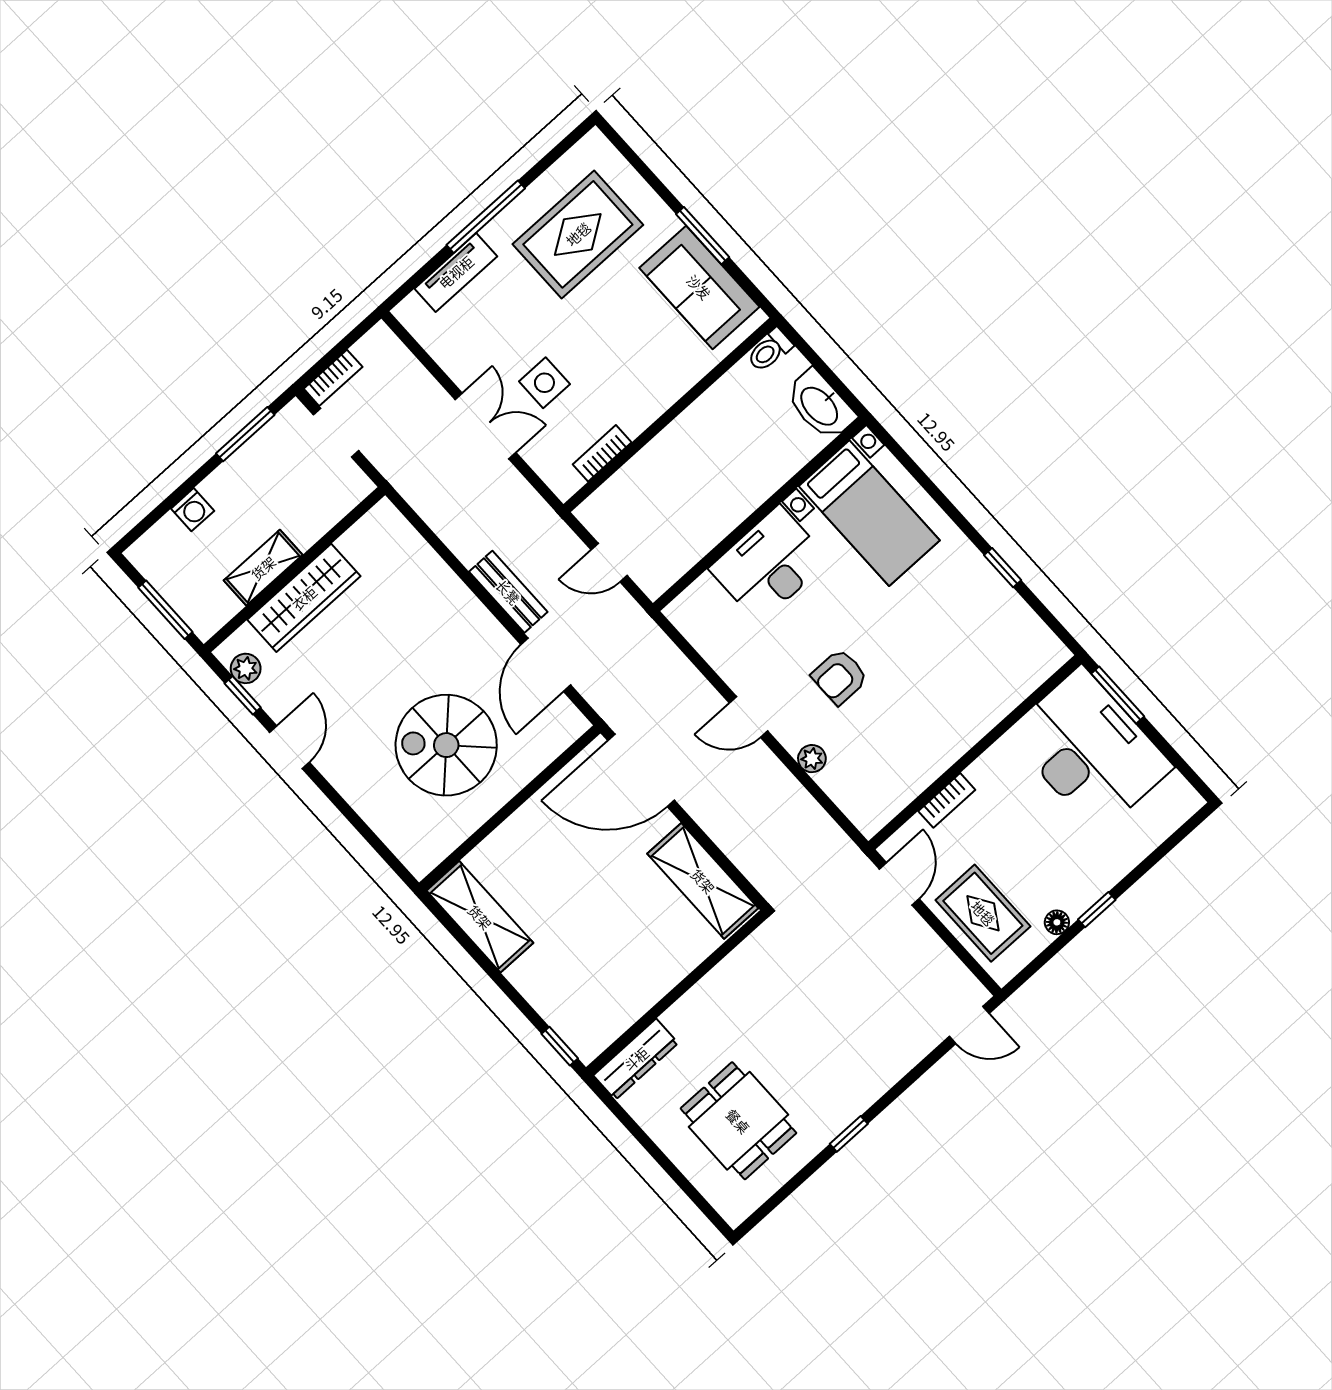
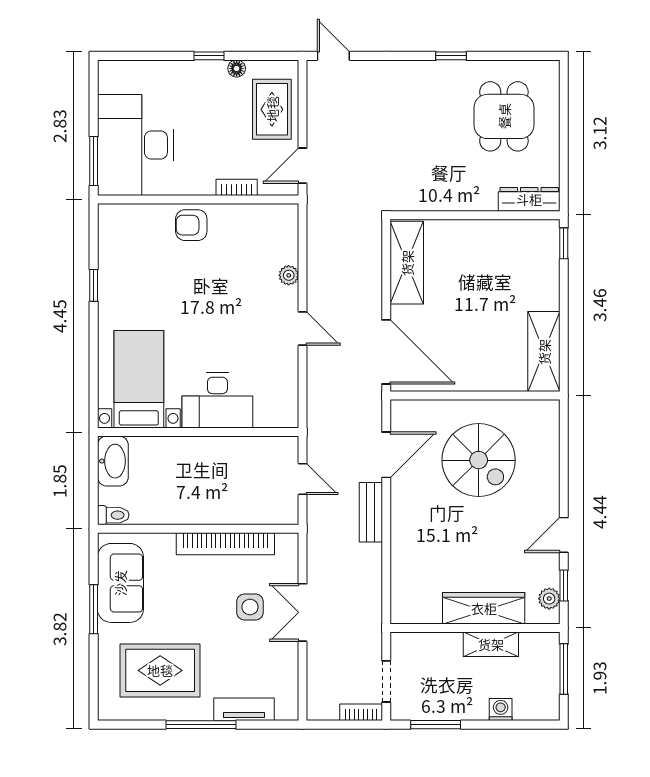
bookcase: (602, 453) -> (225, 544), width x2.31, depth x1.31
armchair: (840, 677) -> (191, 225), moved, turned 180

